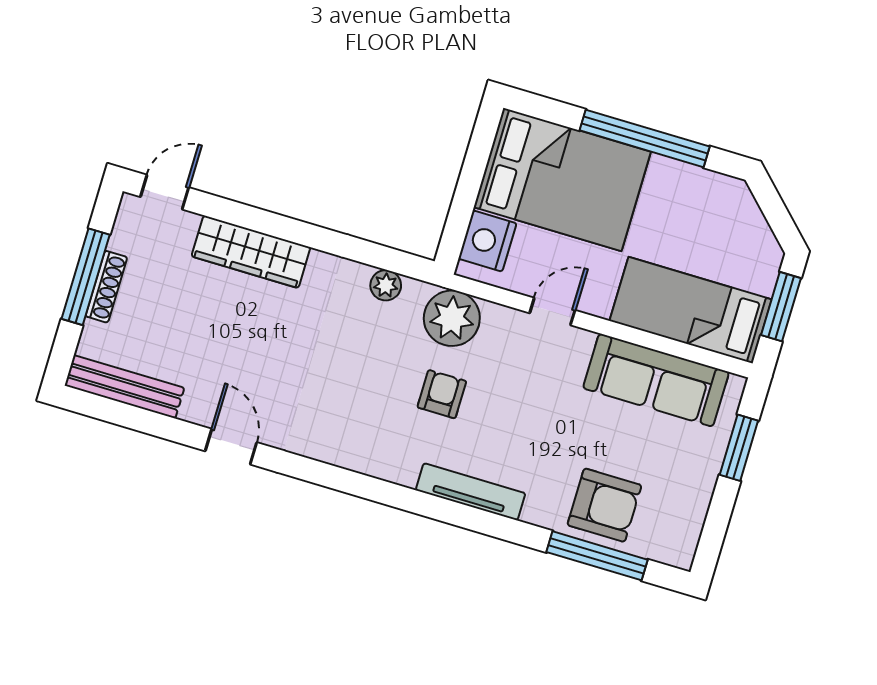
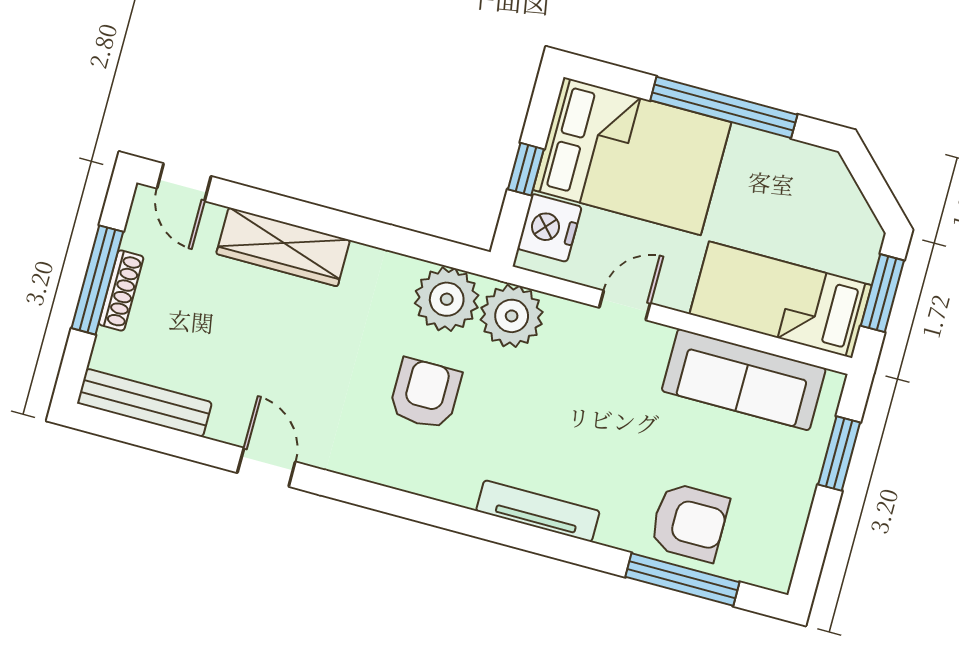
window: (468, 189) -> (526, 169), added
door: (165, 192) -> (184, 182), swing flipped
plant: (386, 285) -> (447, 299), width x1.88, depth x1.88
armchair: (442, 394) -> (425, 394), moved, width x1.38, depth x1.38

